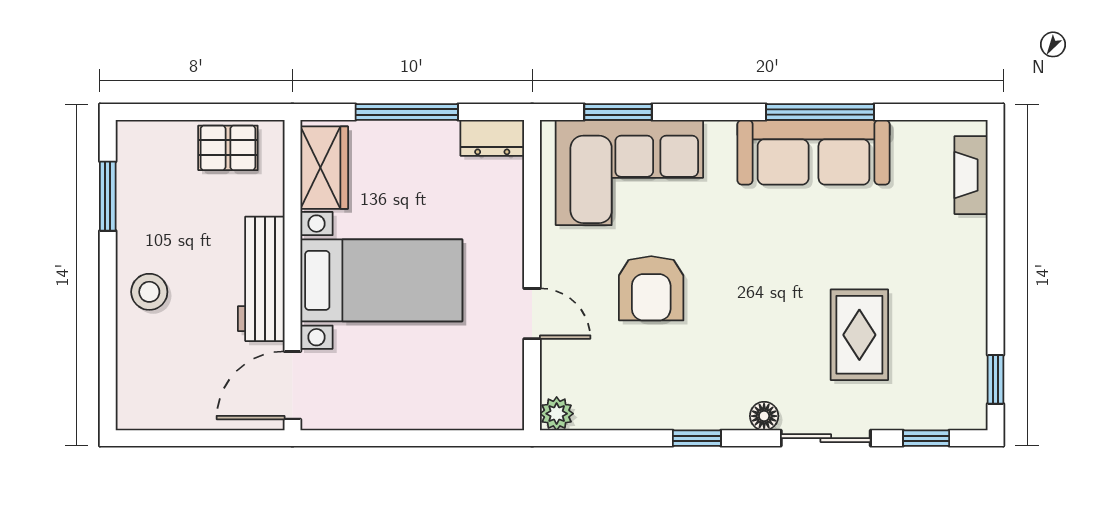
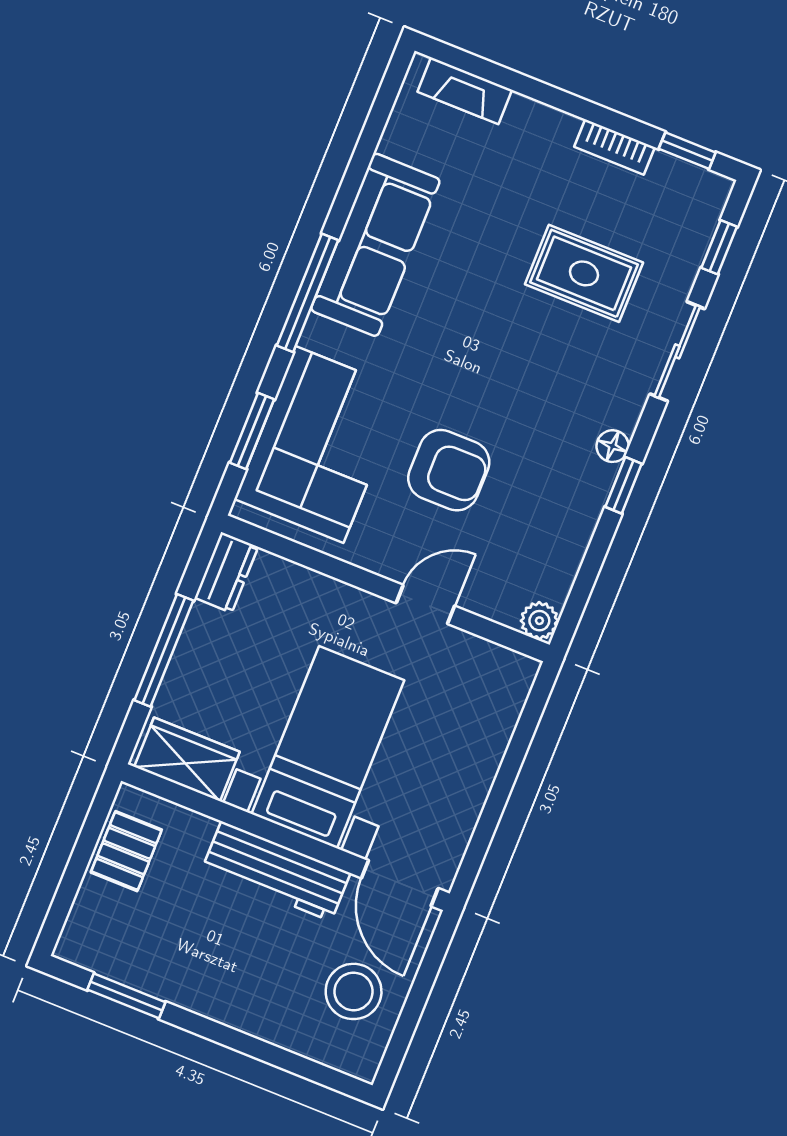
window: (820, 112) -> (308, 293), moved
stool: (149, 292) -> (354, 991), moved, width x1.38, depth x1.38
bookcase: (974, 318) -> (614, 147), added
floor lamp: (764, 416) -> (613, 446), moved

